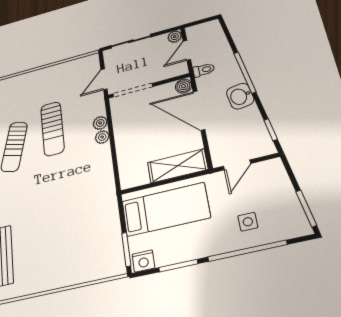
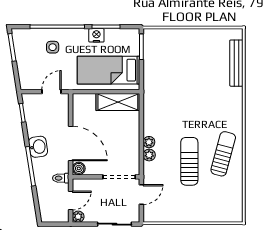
shelving: (178, 166) -> (118, 102), moved
nightstand: (143, 261) -> (96, 35), moved

